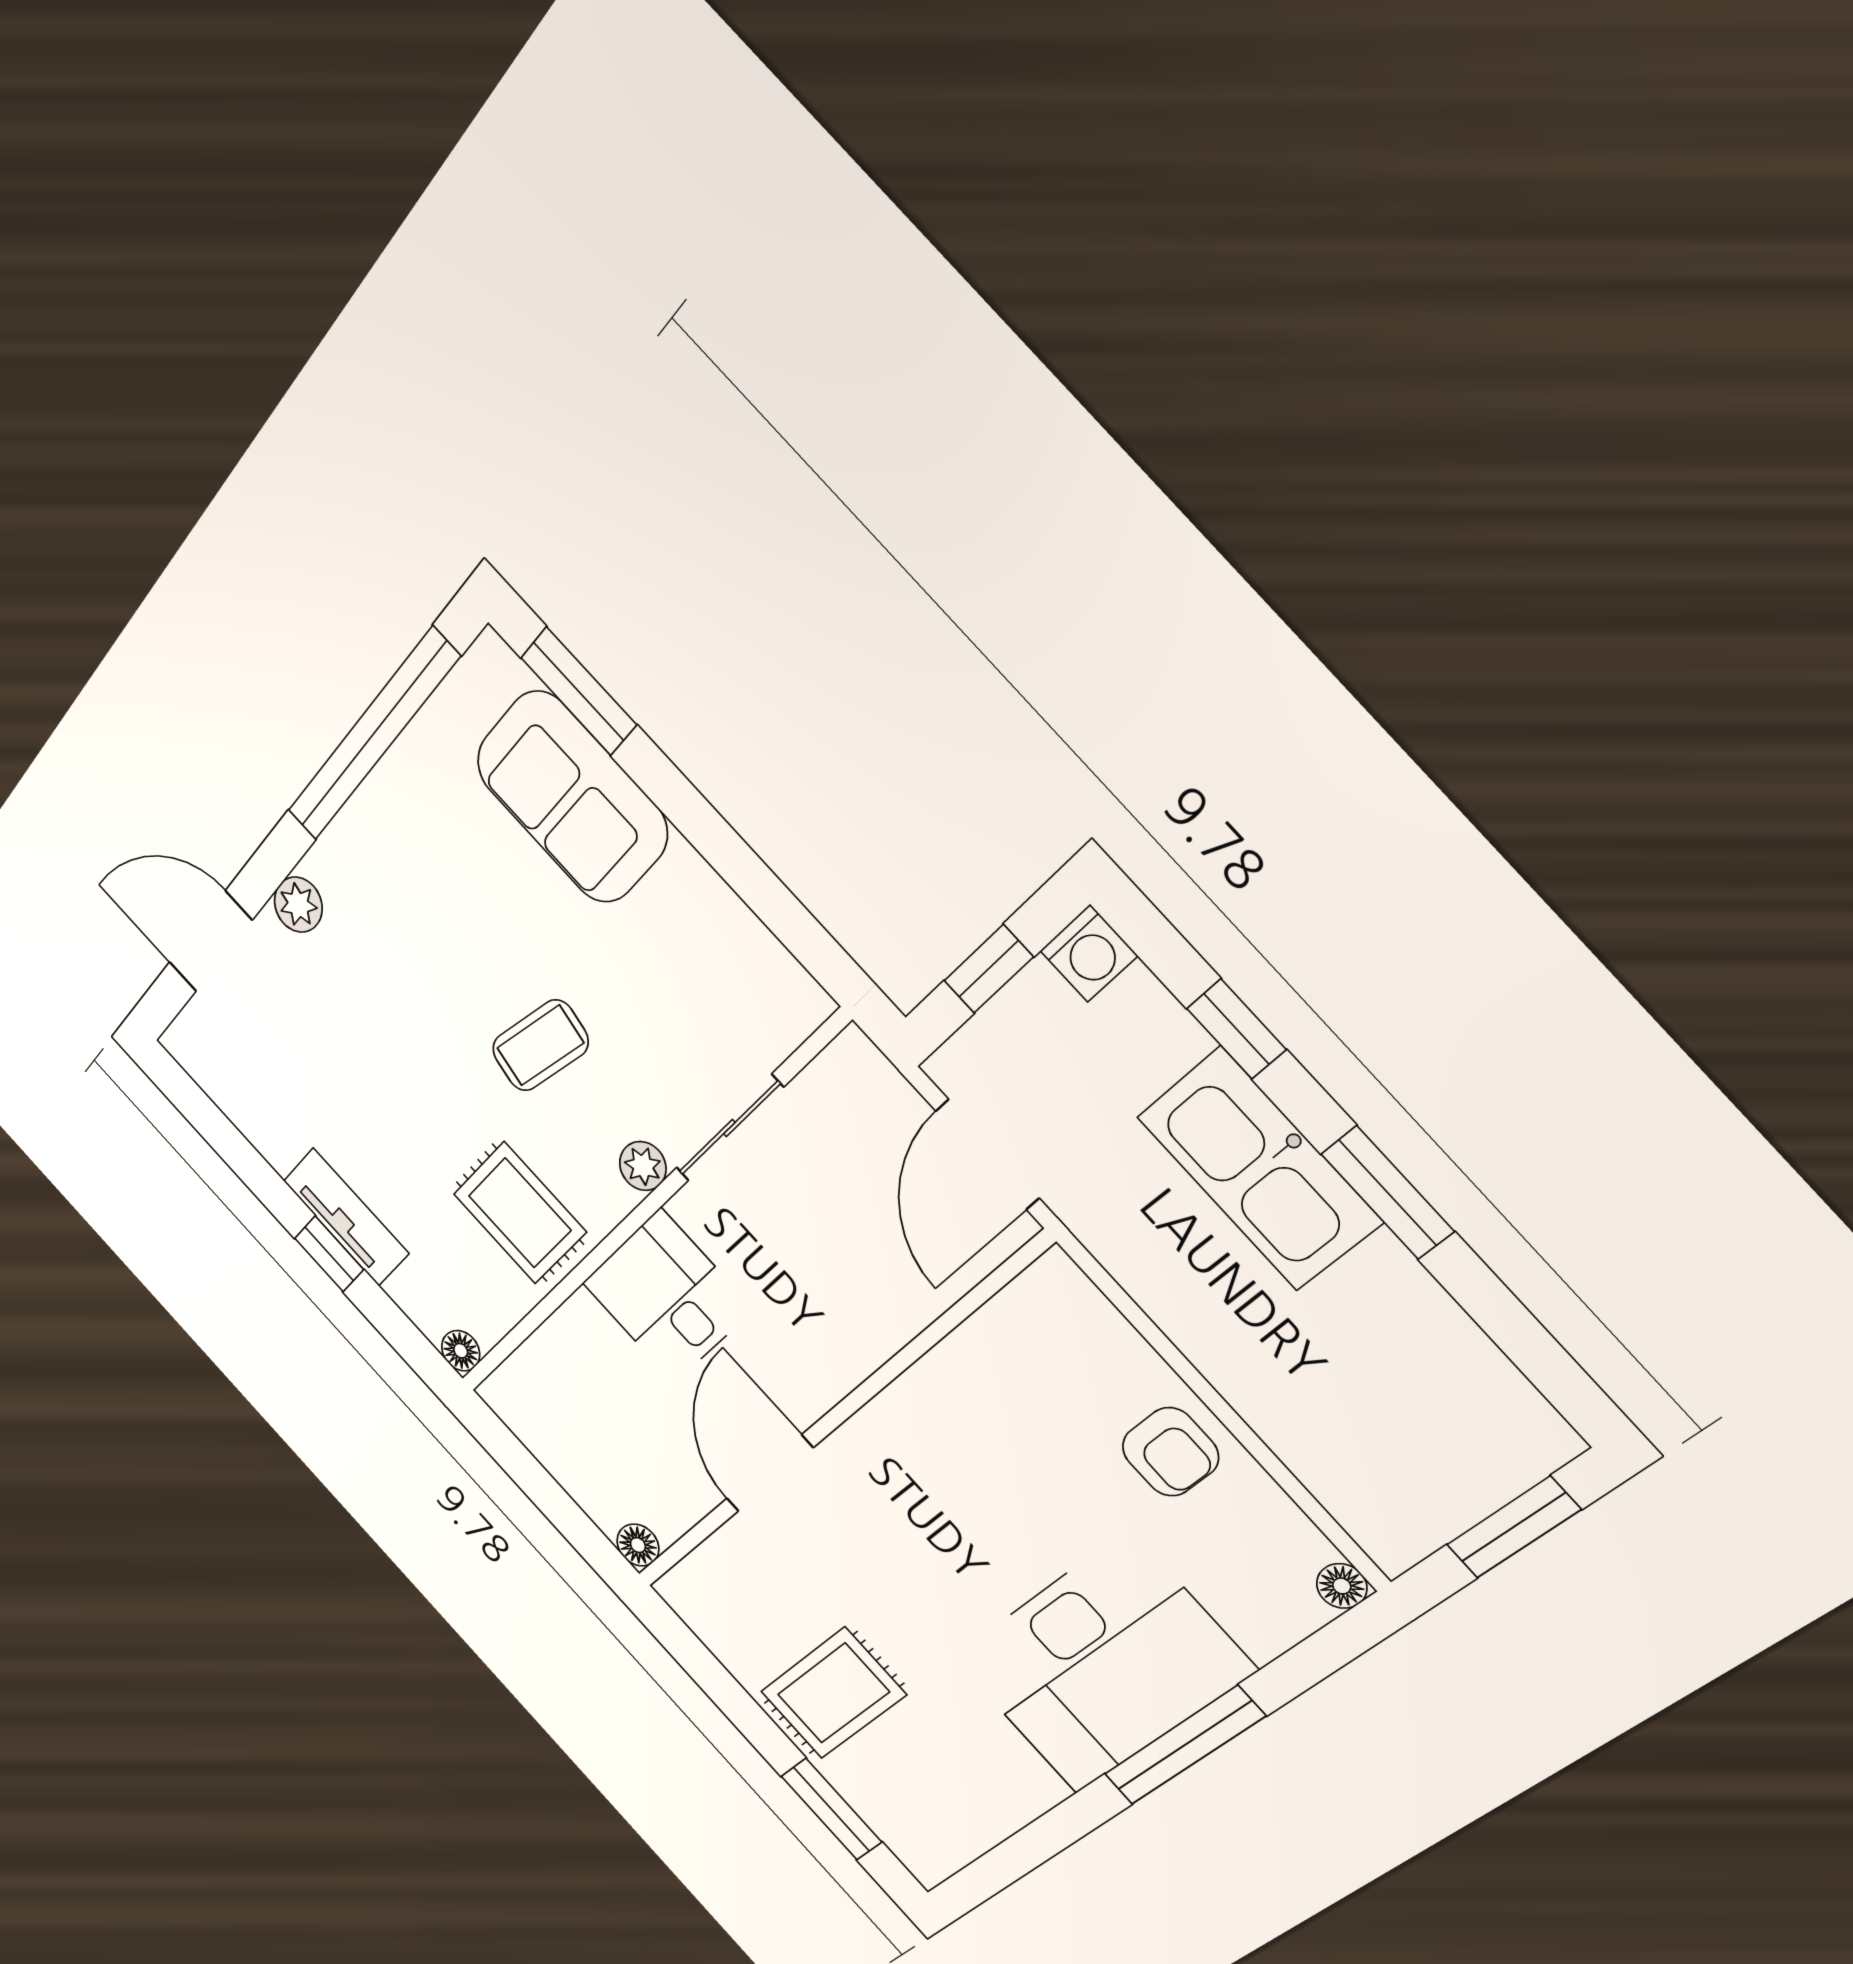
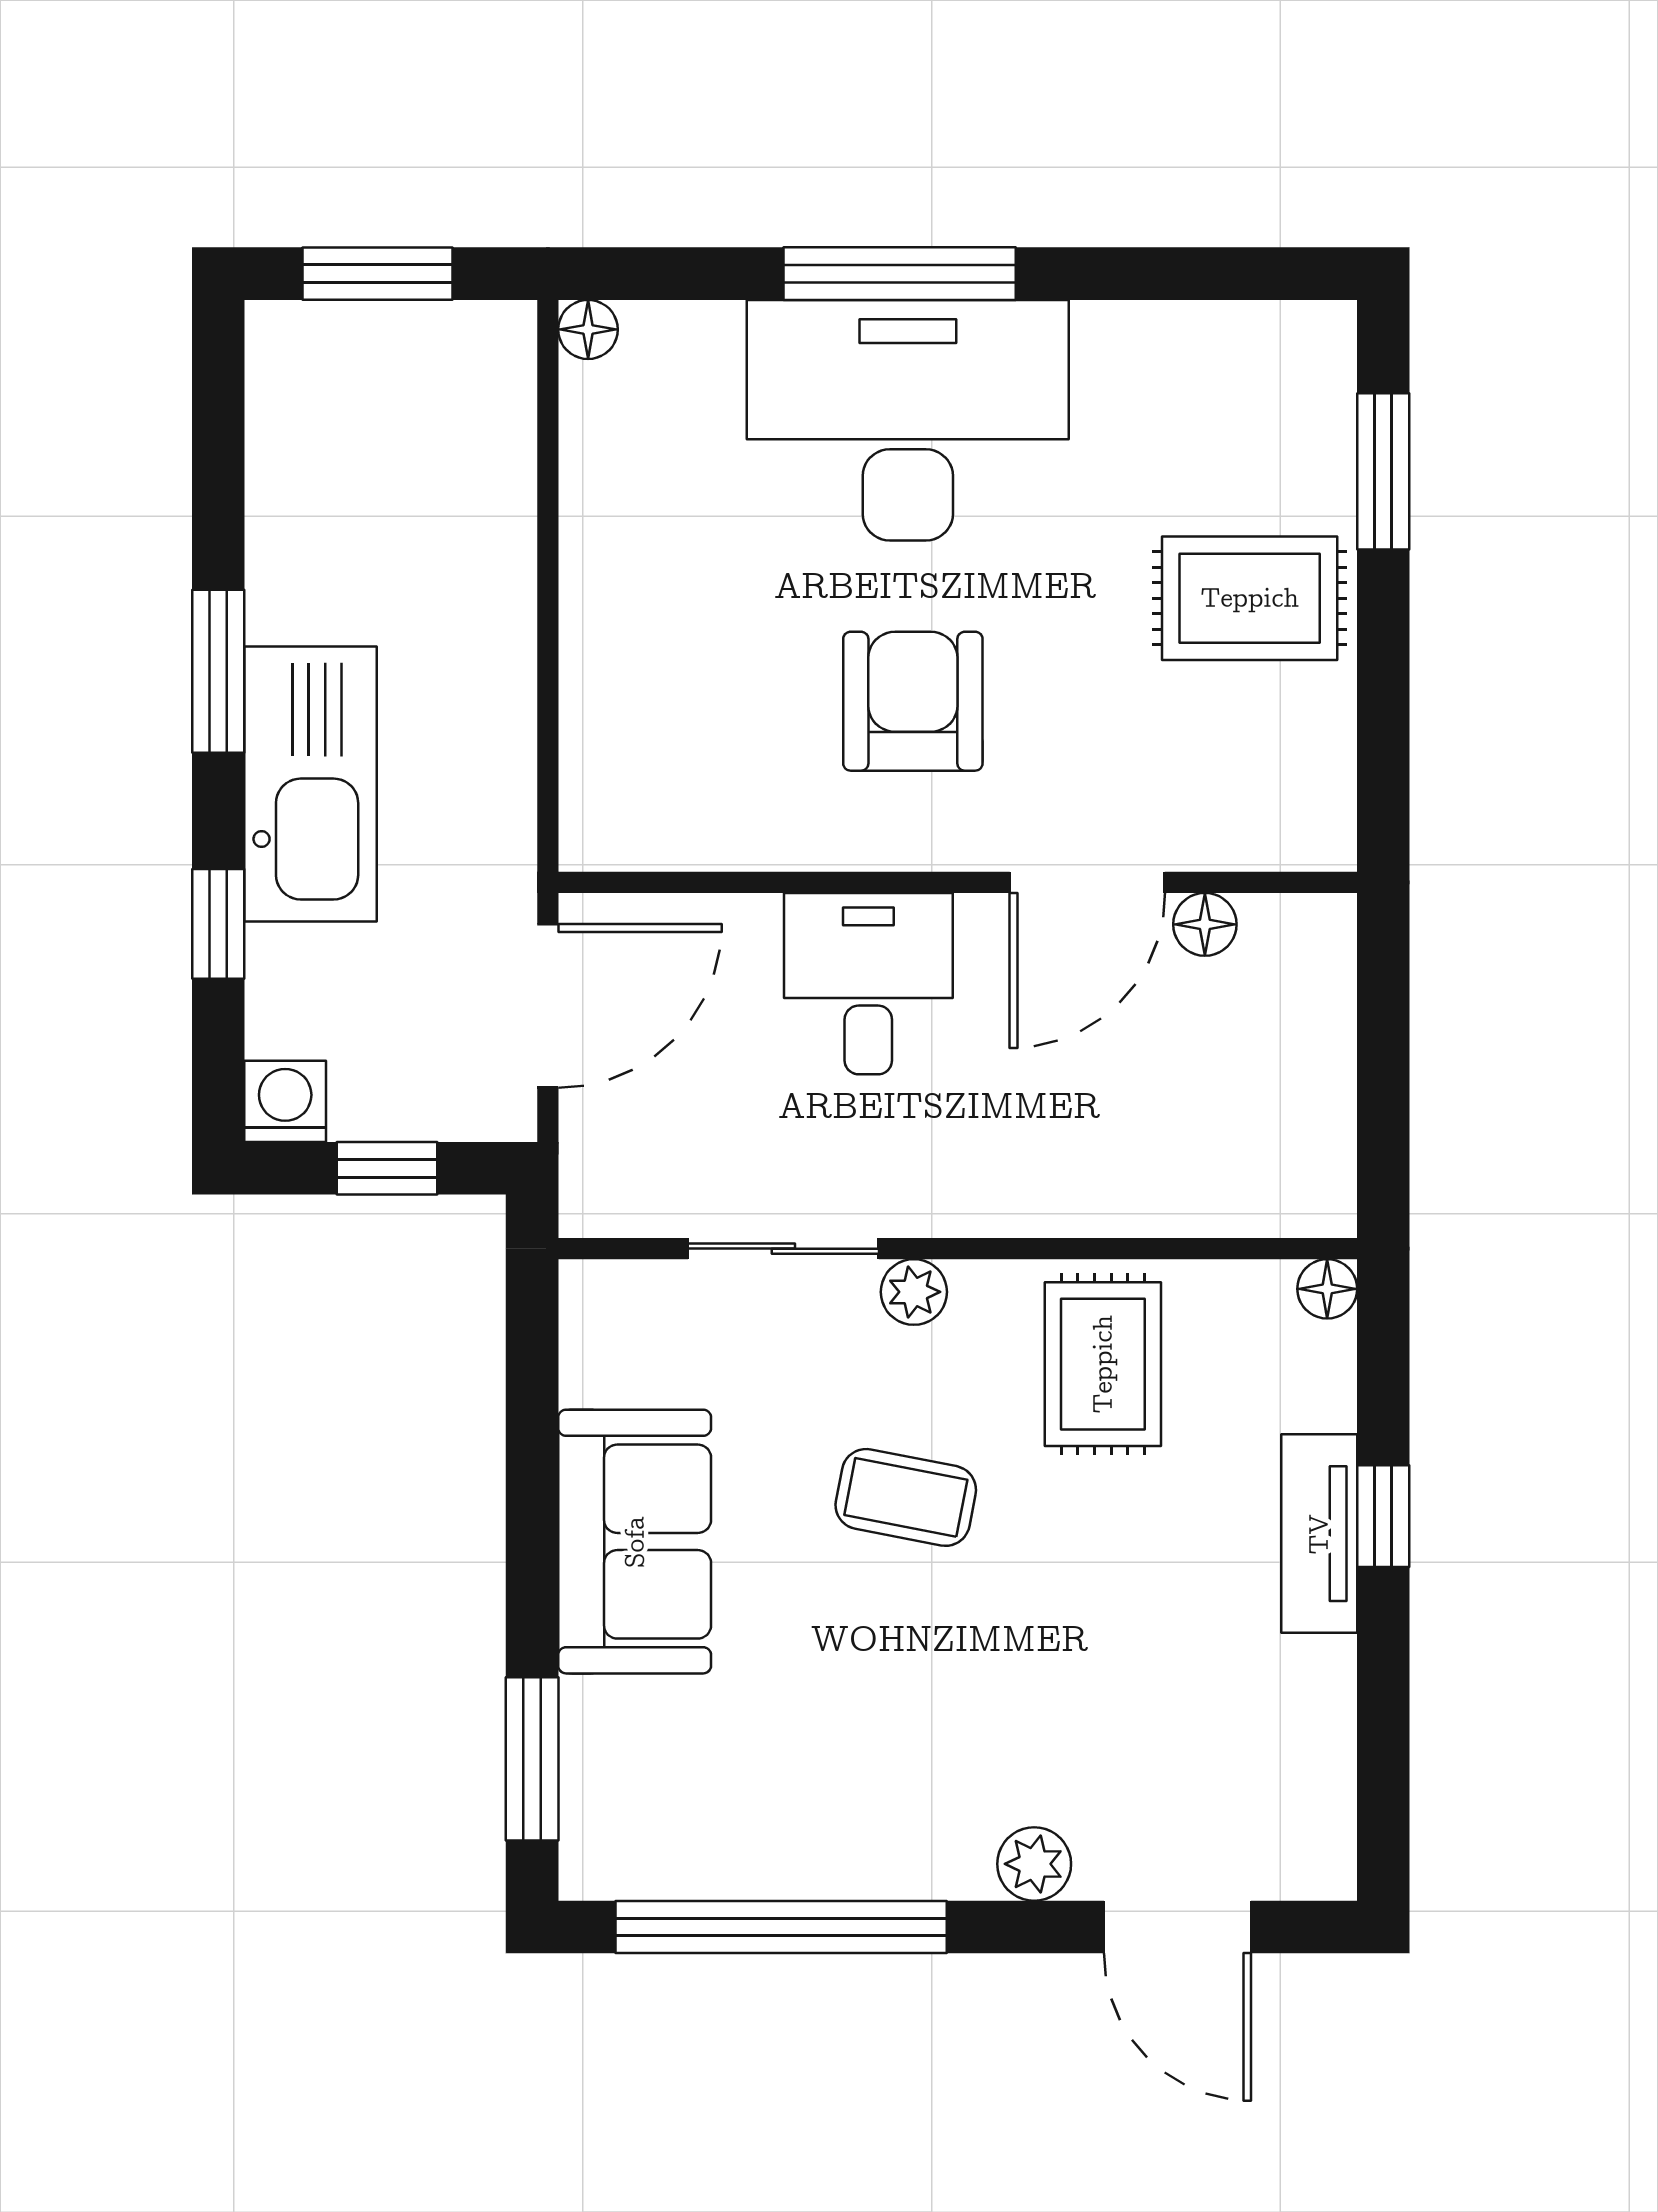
sofa: (572, 797) -> (635, 1542), moved
desk: (667, 1296) -> (868, 984), moved, turned 180
armchair: (1170, 1452) -> (913, 701), moved, width x1.38, depth x1.38
floor lamp: (638, 1545) -> (1205, 924), moved

